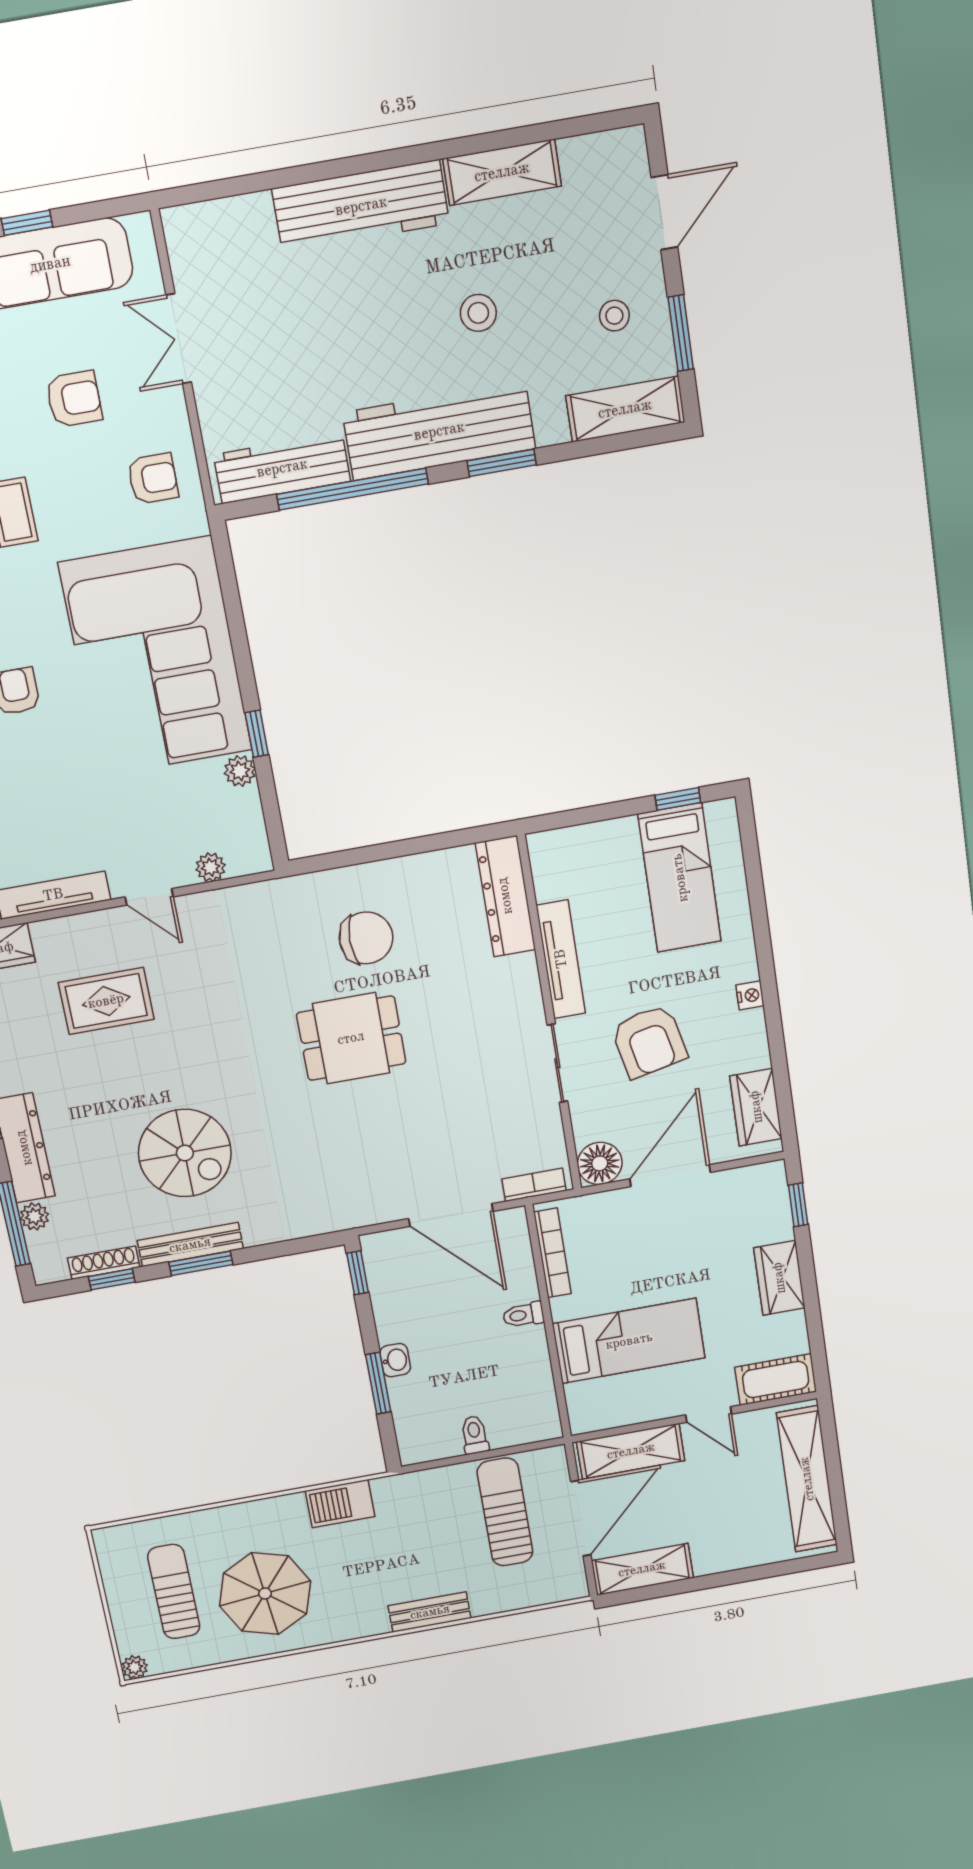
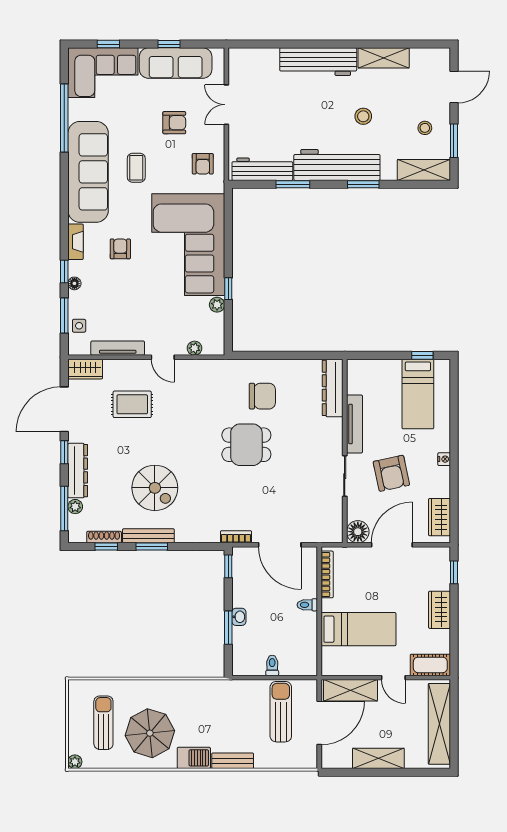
armchair: (153, 479) -> (203, 164), turned 90
window: (353, 489) -> (293, 184), width x0.47
bookcase: (534, 1185) -> (236, 537), moved
barbecue: (340, 1504) -> (194, 758), moved, turned 180
shelving: (642, 1569) -> (378, 758), moved

